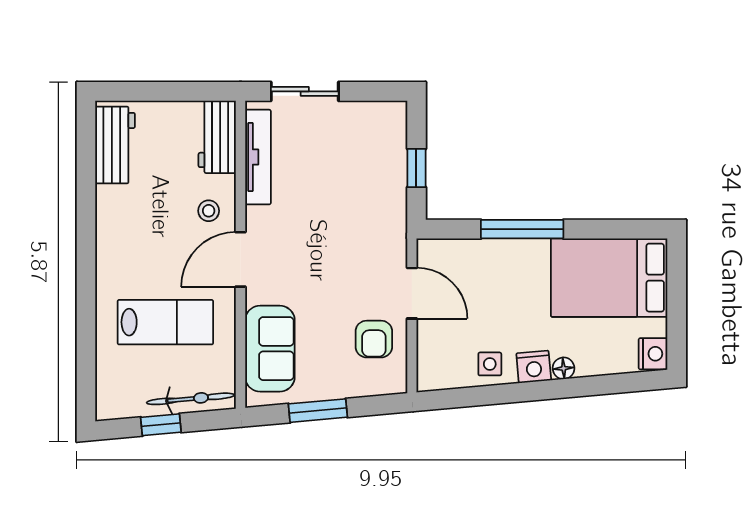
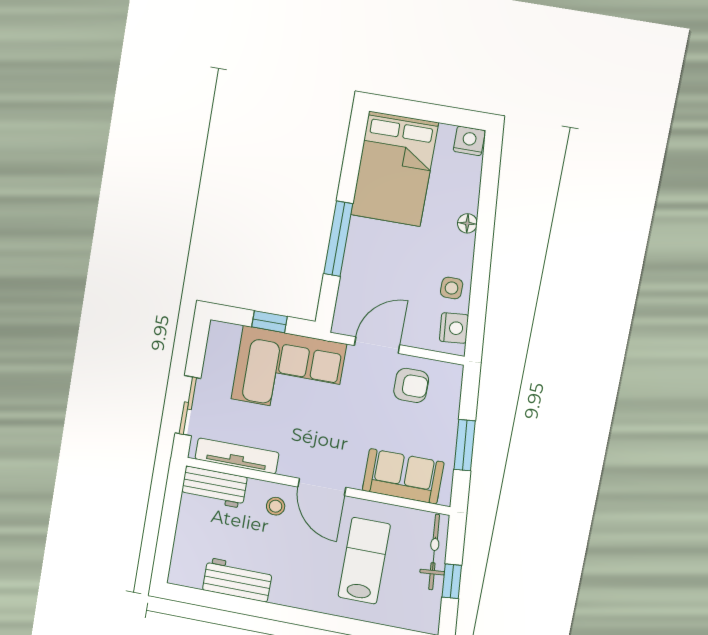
workbench: (115, 145) -> (237, 580), moved
corner sofa: (365, 199) -> (289, 371), added
nightstand: (534, 367) -> (454, 328), moved

